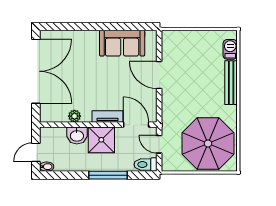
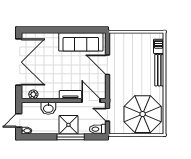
sofa: (122, 43) -> (81, 42), width x1.36
plant: (74, 116) -> (33, 94), moved
shower: (101, 140) -> (68, 125), moved

